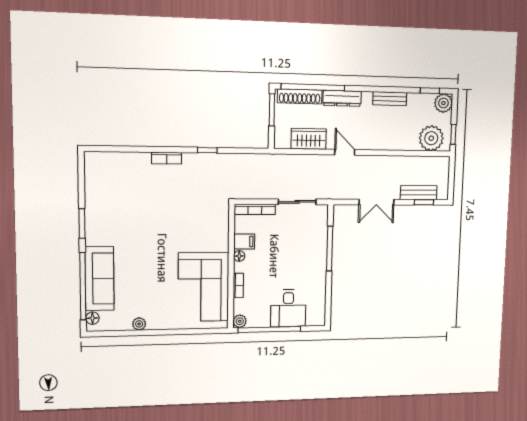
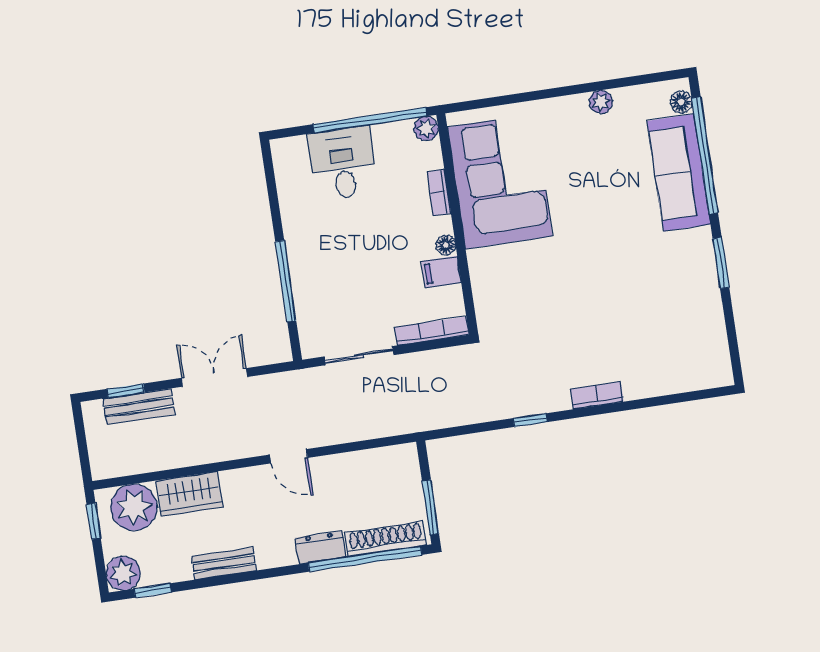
dresser: (342, 98) -> (320, 547), width x0.70
wardrobe: (309, 139) -> (189, 494), moved

